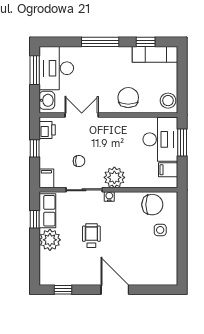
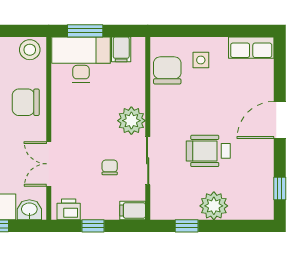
water cooler: (109, 196) -> (156, 127), removed
row of seats: (47, 211) -> (251, 48), moved, turned 180
wheelchair: (91, 236) -> (208, 151), width x1.36, depth x1.37

